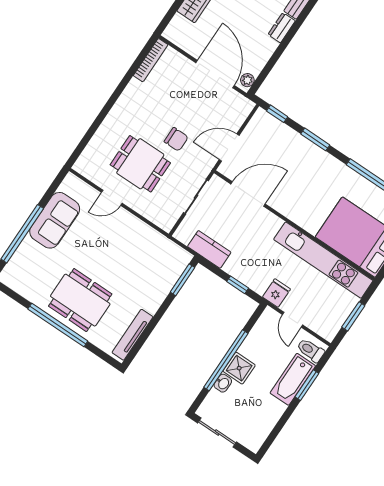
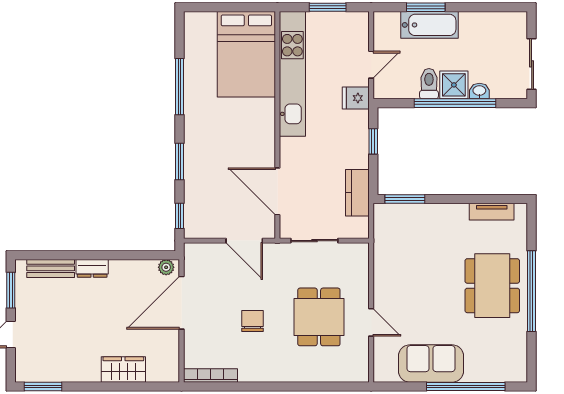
chair: (176, 139) -> (252, 321), moved
tv unit: (132, 335) -> (492, 212), width x0.71
toilet: (311, 350) -> (429, 84), moved, turned 180

